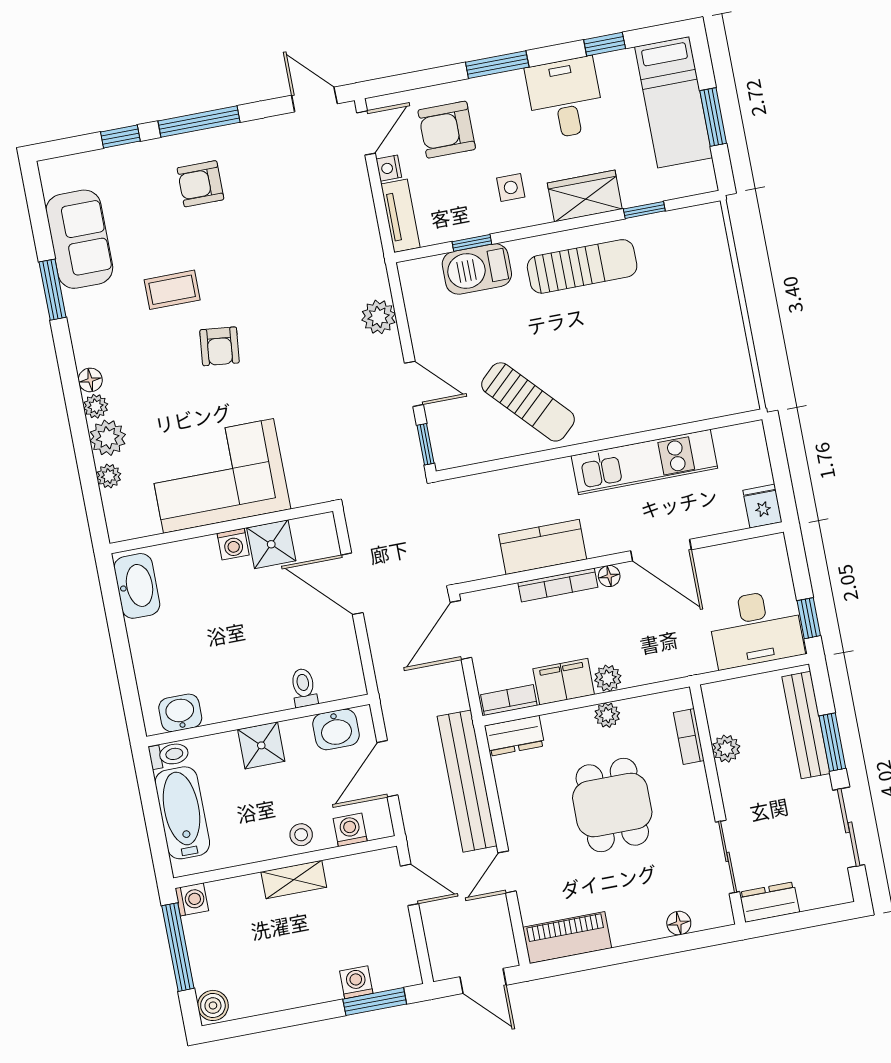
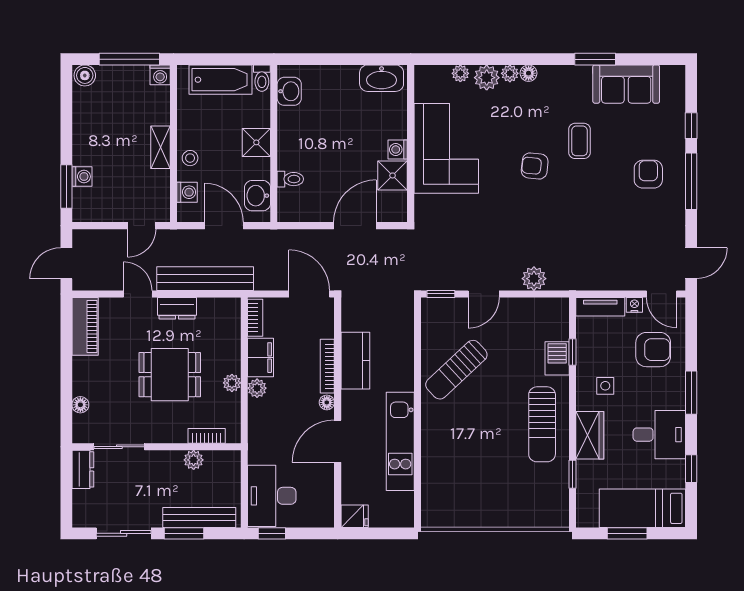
armchair: (447, 130) -> (653, 350), turned 90
barbecue: (477, 269) -> (557, 358), width x0.73, depth x0.79
dresser: (514, 736) -> (177, 308), moved, turned -90

